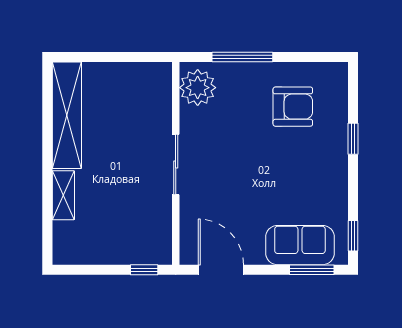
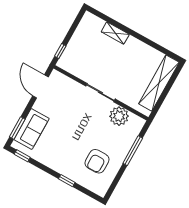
plant: (198, 88) -> (119, 116), moved
shelving: (67, 115) -> (159, 83), moved, turned 90
door: (221, 270) -> (41, 86), swing flipped

